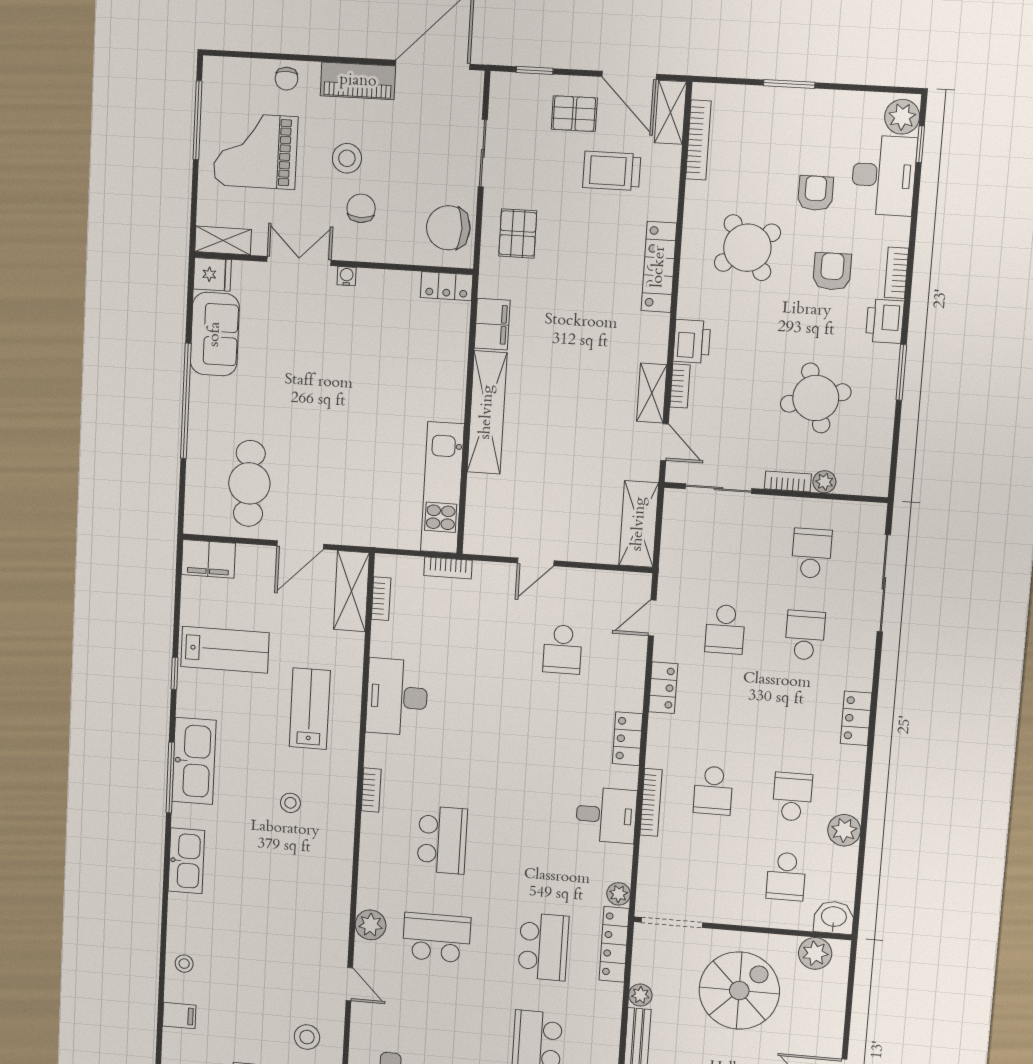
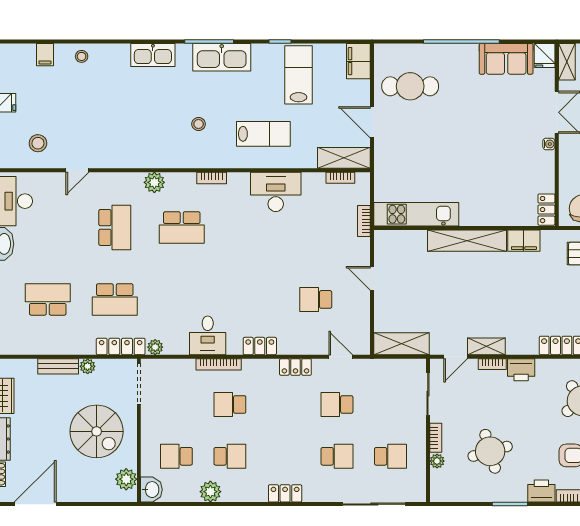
lab bench: (225, 650) -> (299, 75), turned 180
plant: (371, 925) -> (154, 182), moved

